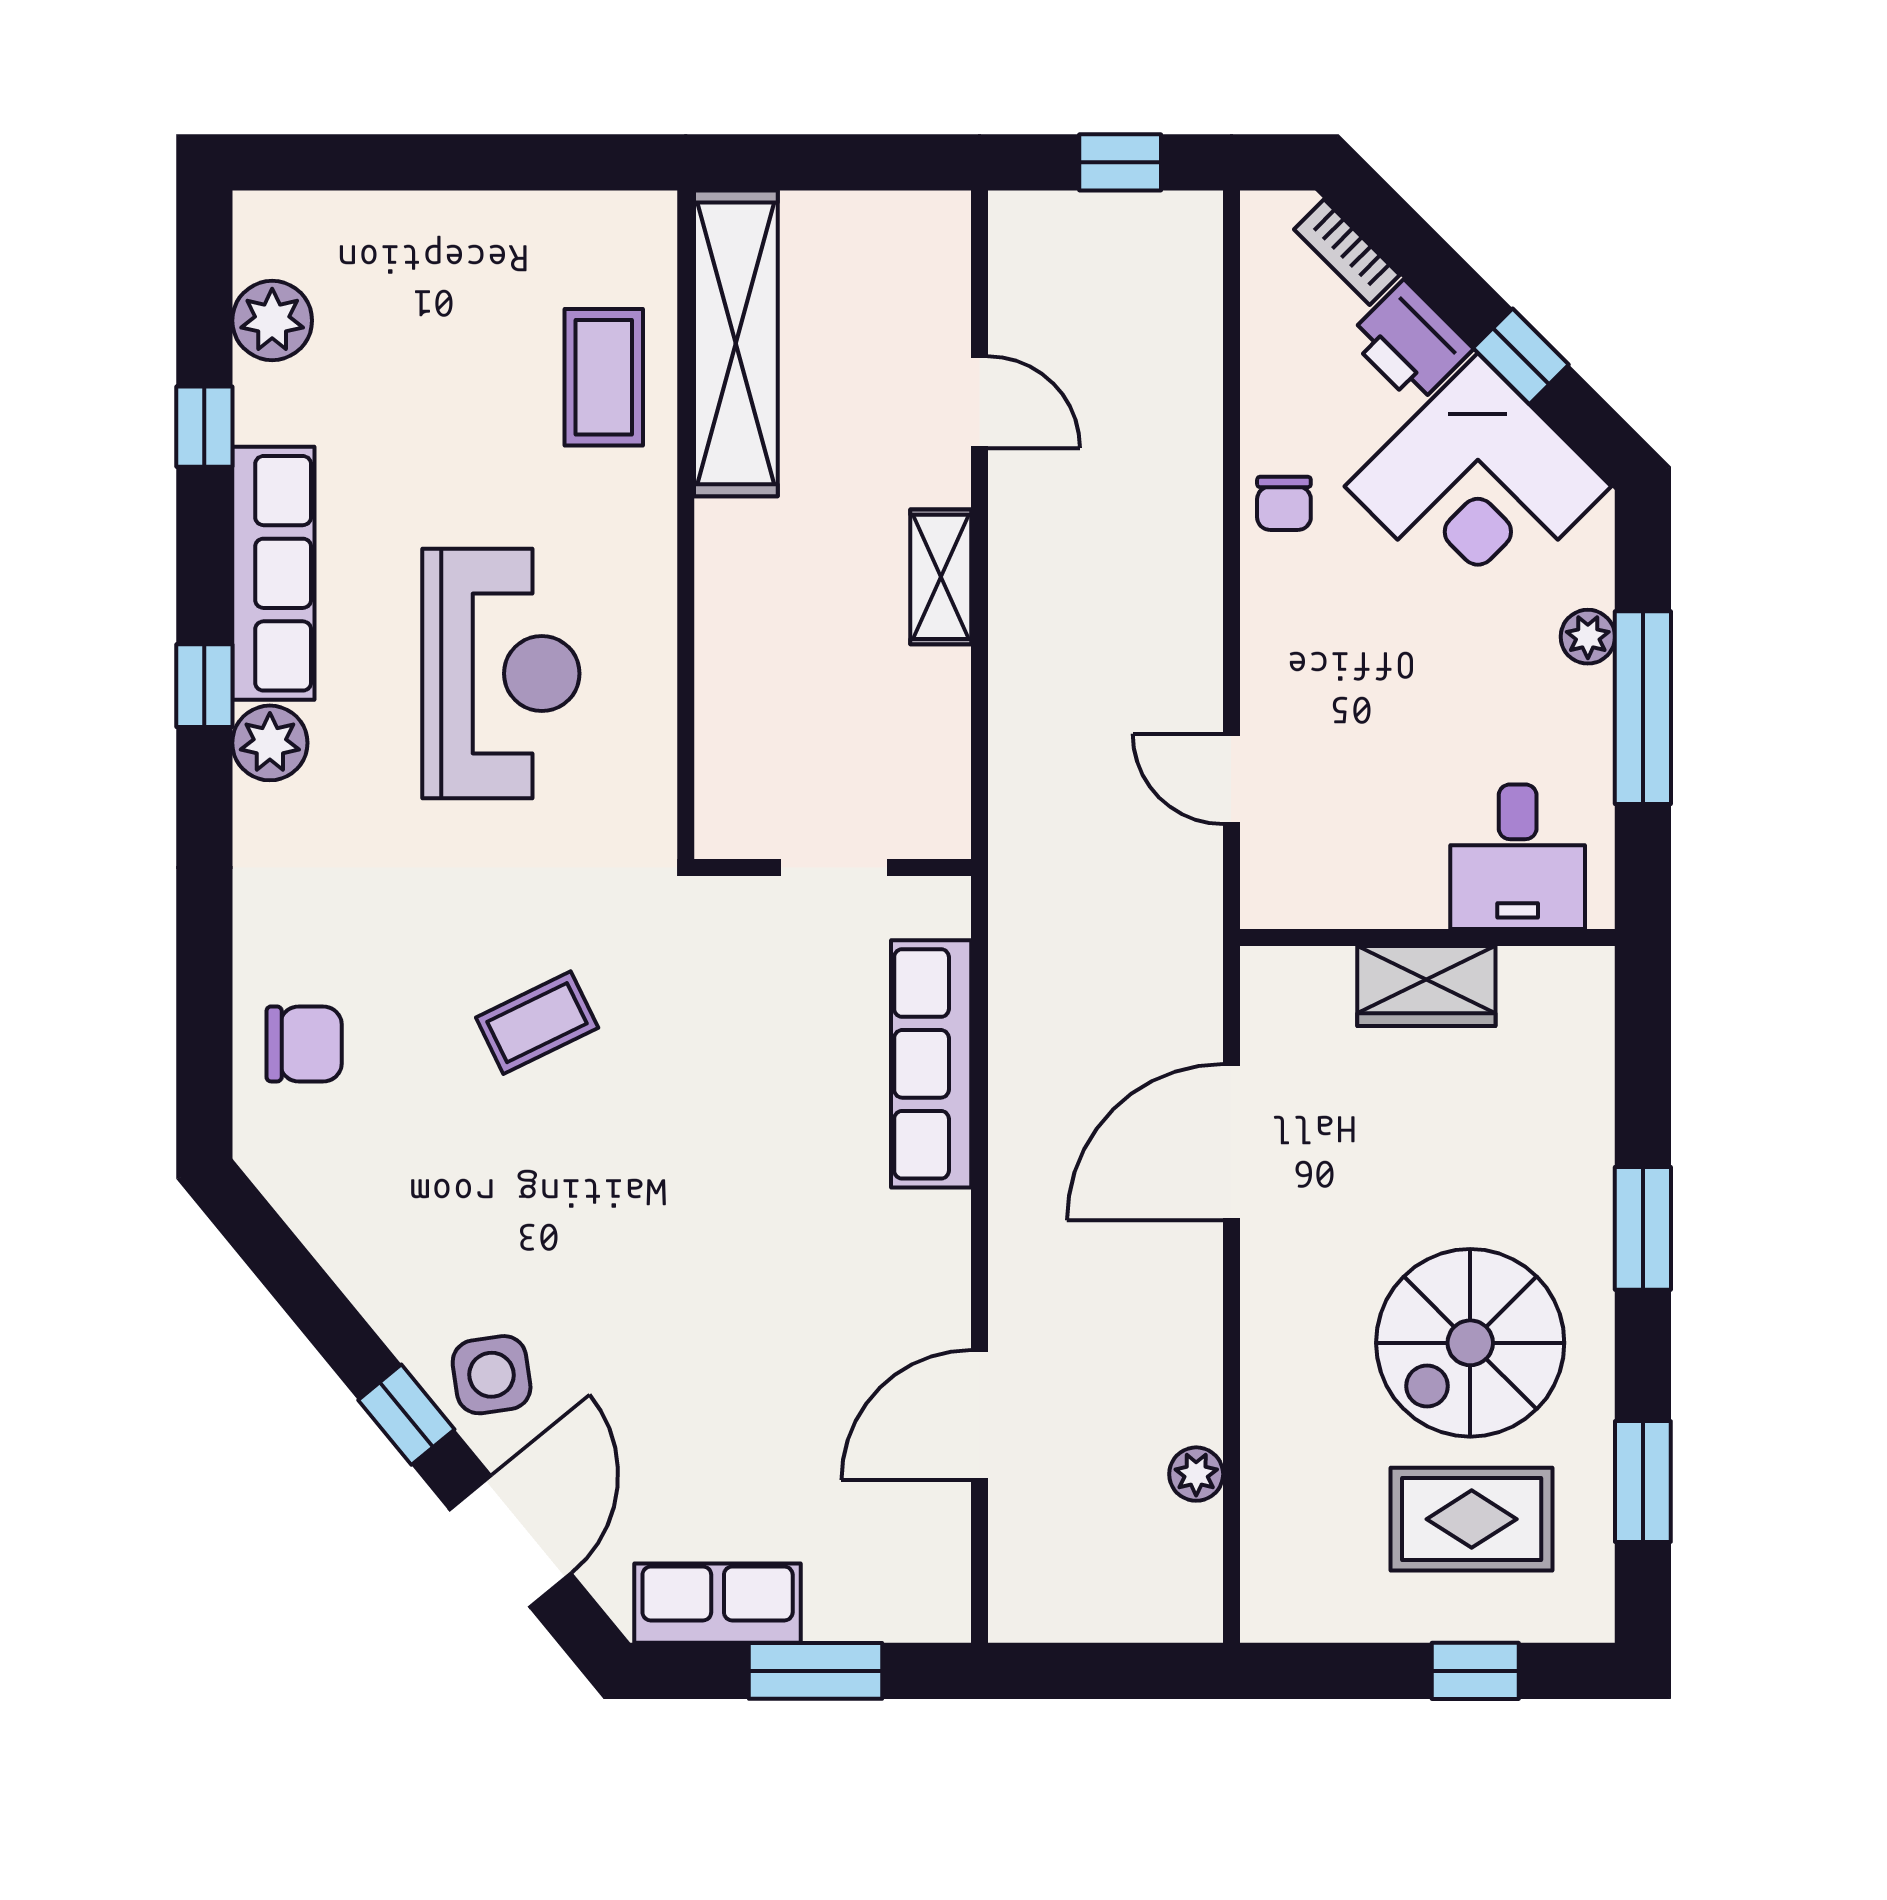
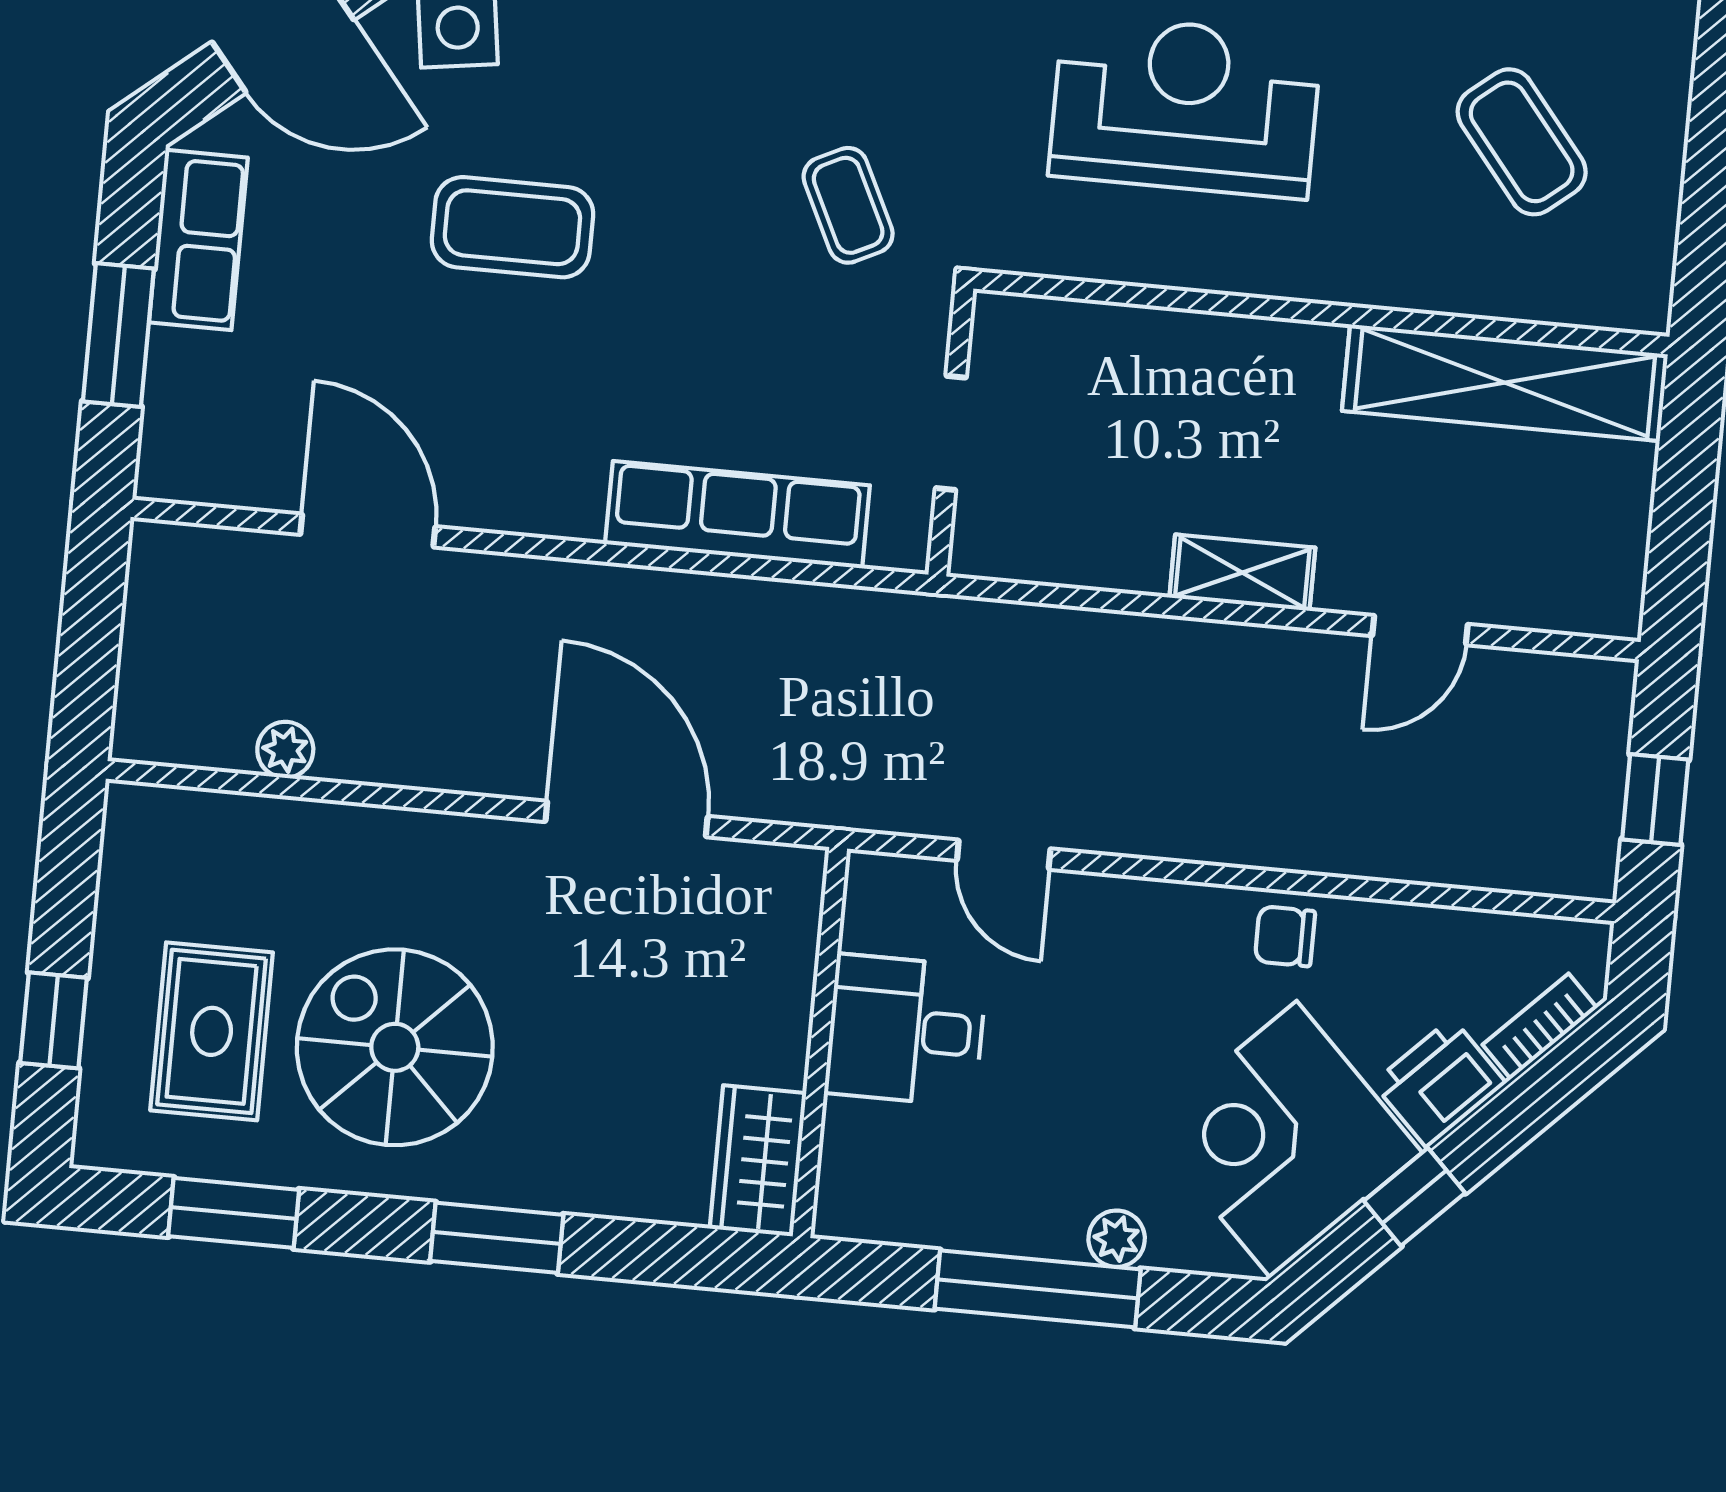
coffee table: (604, 377) -> (1522, 142), moved, turned 51
reception desk: (501, 674) -> (1185, 106), turned 180
door: (1231, 779) -> (1004, 855), swing flipped
desk: (1518, 857) -> (906, 1030), moved
wardrobe: (1426, 986) -> (758, 1161), moved
coffee table: (537, 1023) -> (848, 205), moved
coffee table: (677, 1304) -> (512, 227), added

